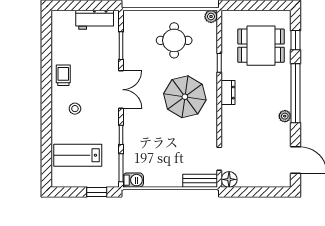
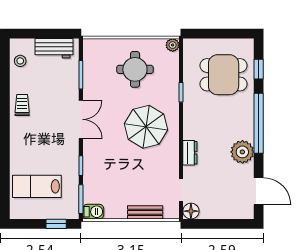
dresser: (228, 93) -> (190, 153), moved
stool: (75, 109) -> (20, 61), moved
plant: (285, 116) -> (242, 152), width x1.87, depth x1.87
bench: (200, 181) -> (145, 212), moved

